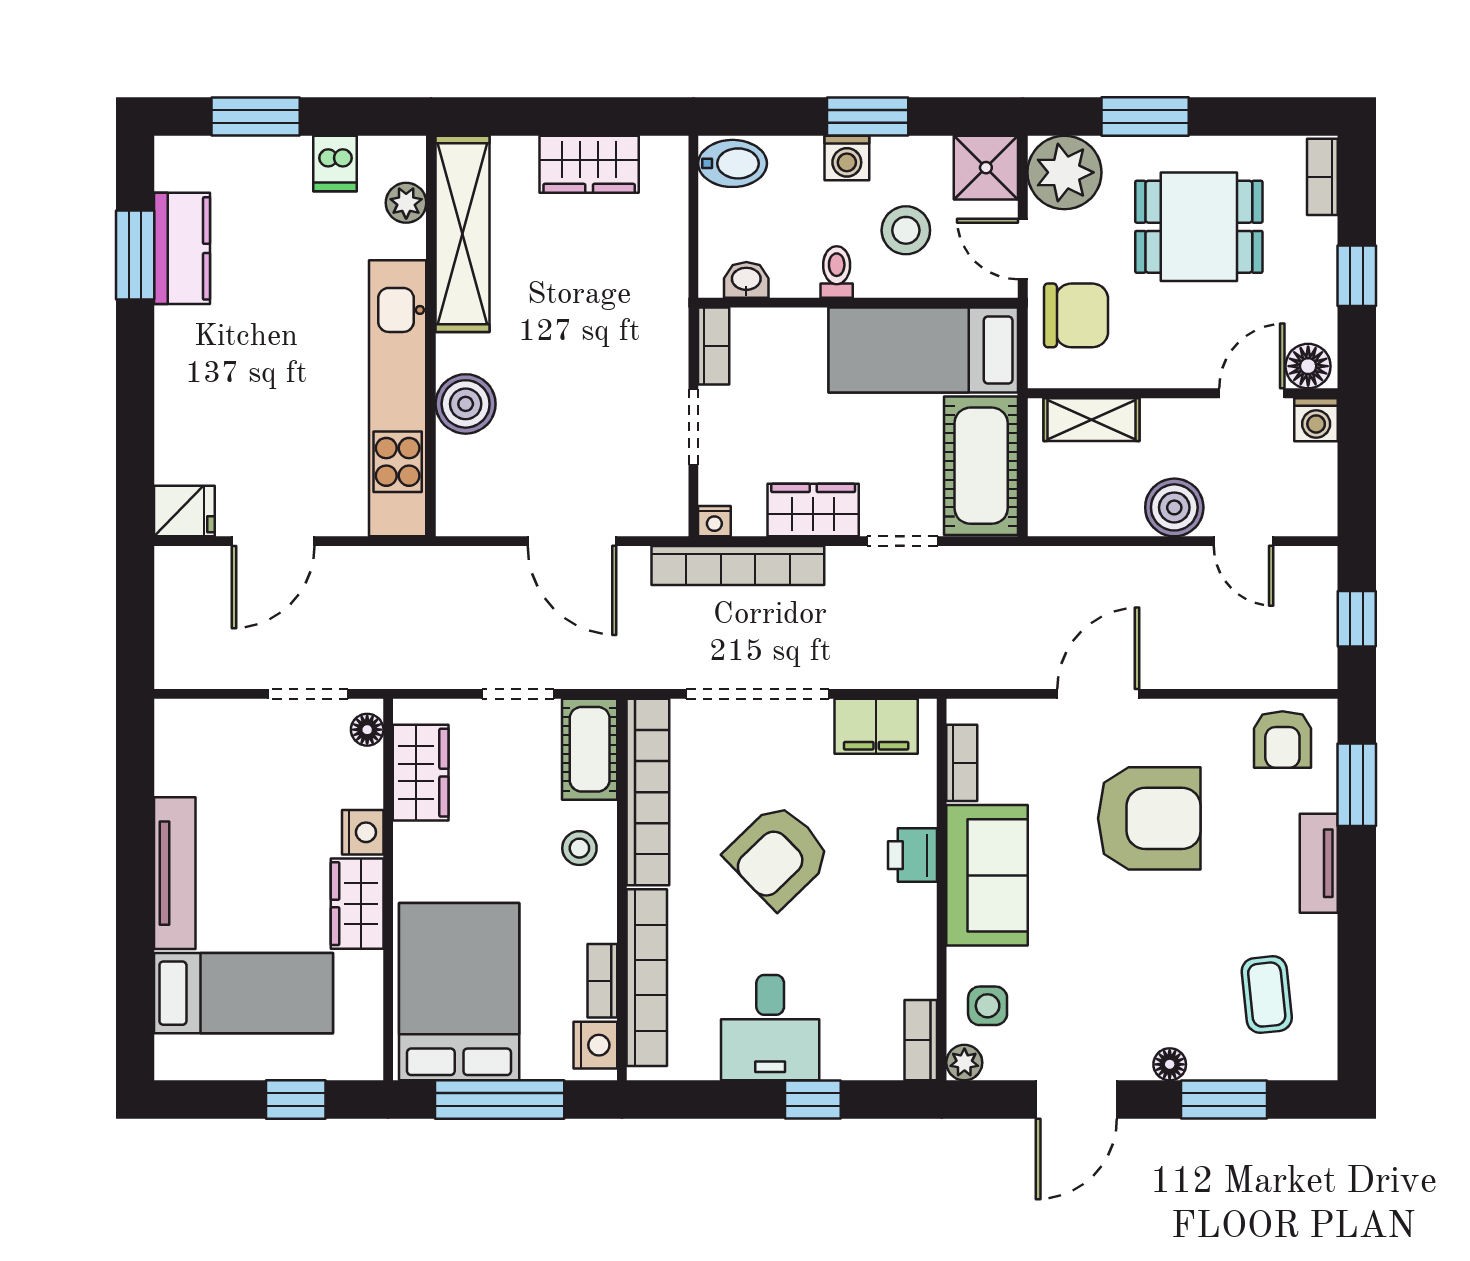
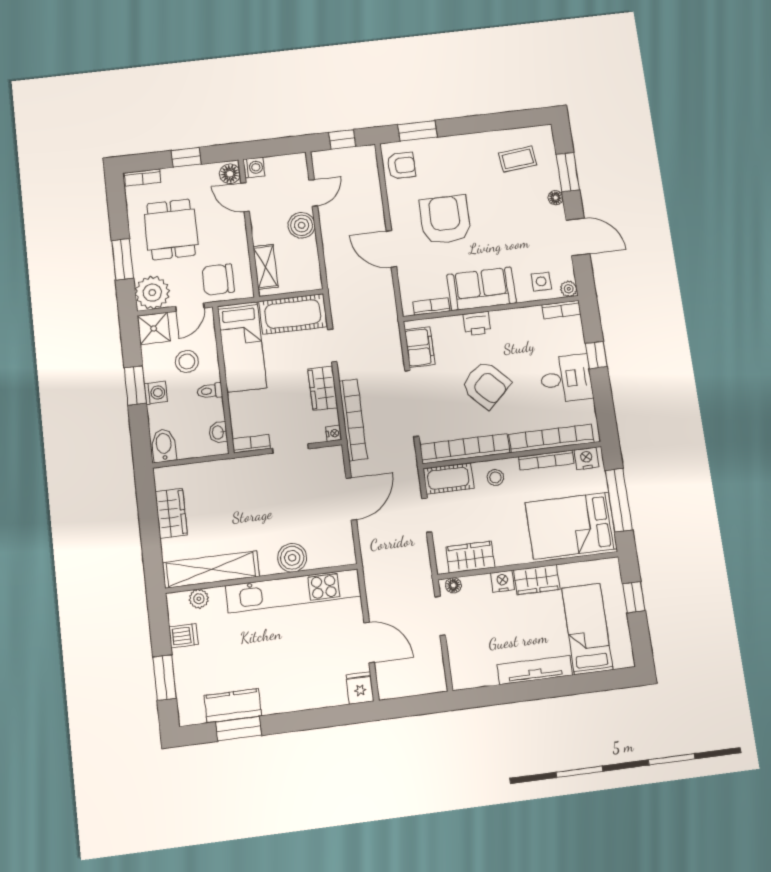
chair: (1076, 315) -> (218, 279), turned -90
tv unit: (1319, 863) -> (455, 143), removed
bookcase: (602, 981) -> (546, 460), width x1.56

